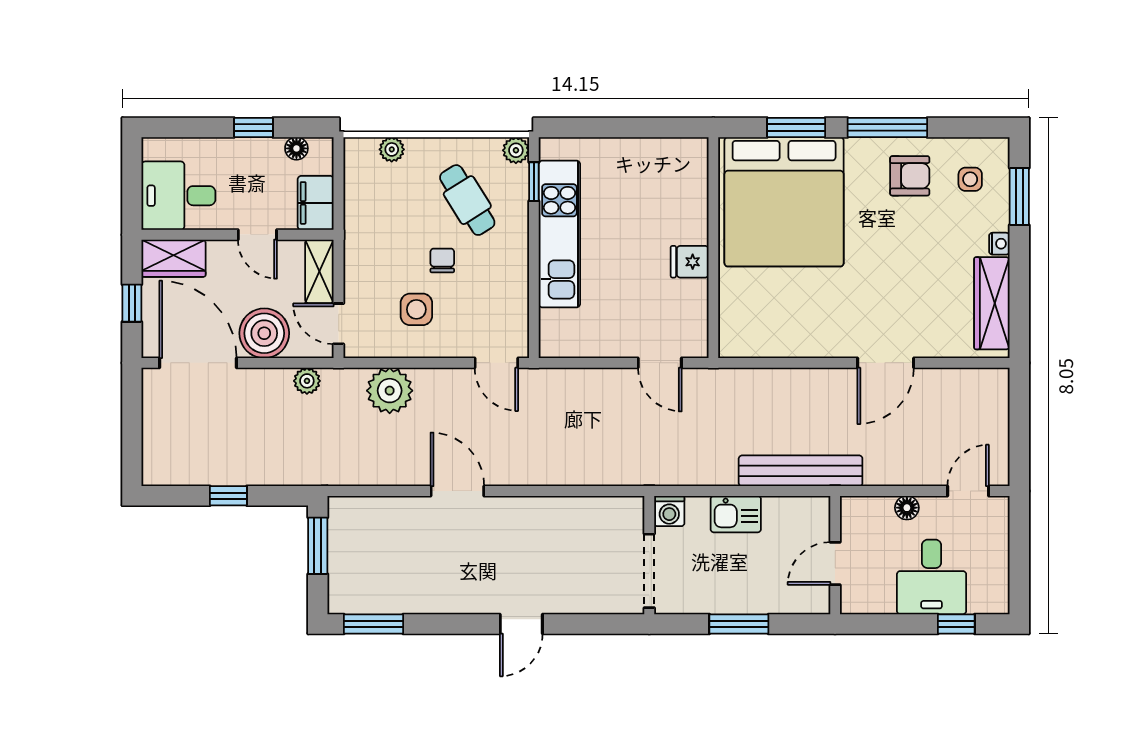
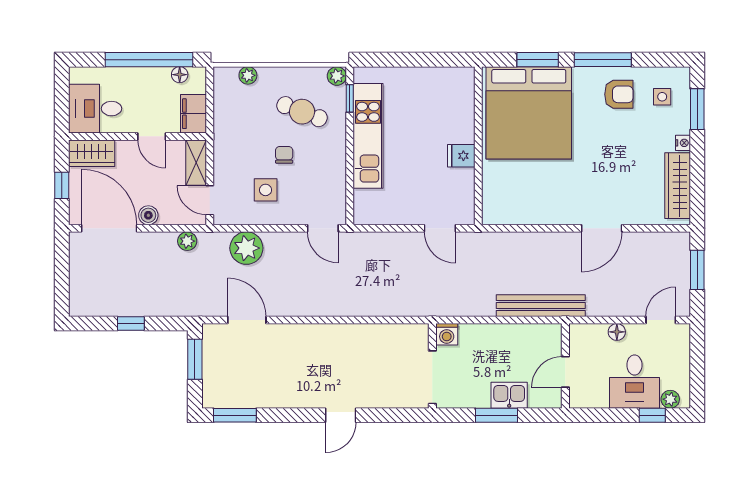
window: (254, 127) -> (149, 60), width x3.17
cafe table: (467, 200) -> (302, 112), turned -37
boiler: (264, 333) -> (148, 215), width x0.54, depth x0.54
window: (1019, 421) -> (697, 270), added
door: (457, 491) -> (247, 320), moved
kitchen sink: (736, 514) -> (509, 395), moved, turned 180
plant: (981, 602) -> (670, 399), added

